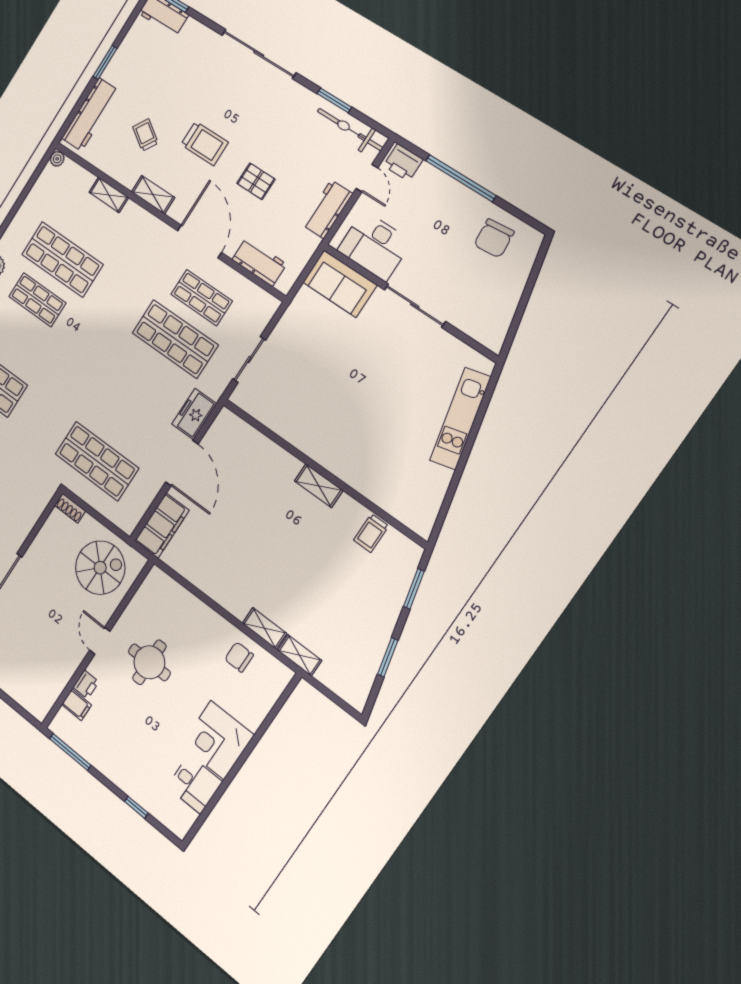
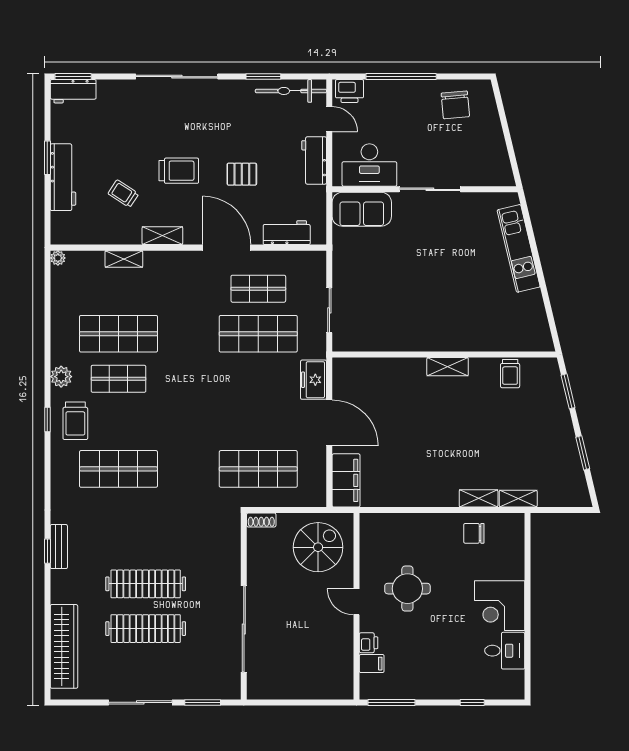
workbench: (90, 115) -> (63, 177), moved

